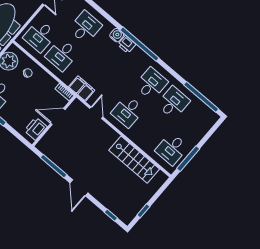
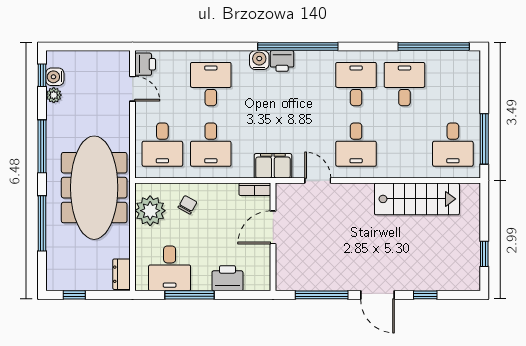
printer: (36, 129) -> (227, 278), moved, turned 90
window: (111, 215) -> (425, 295), moved

